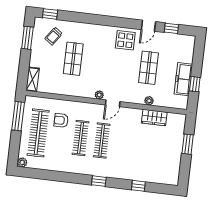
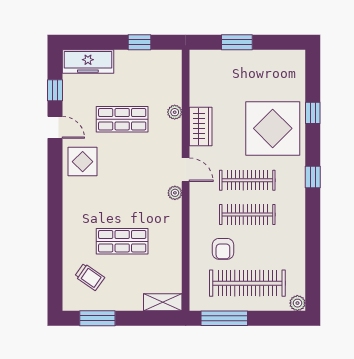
window: (50, 14) -> (55, 287), removed
freezer: (183, 79) -> (88, 61), moved
wardrobe: (154, 118) -> (201, 126), moved
display table: (132, 160) -> (273, 128), added

